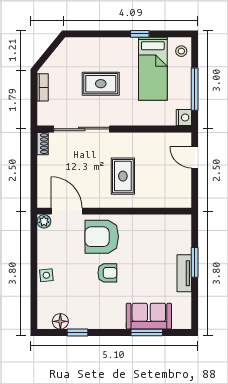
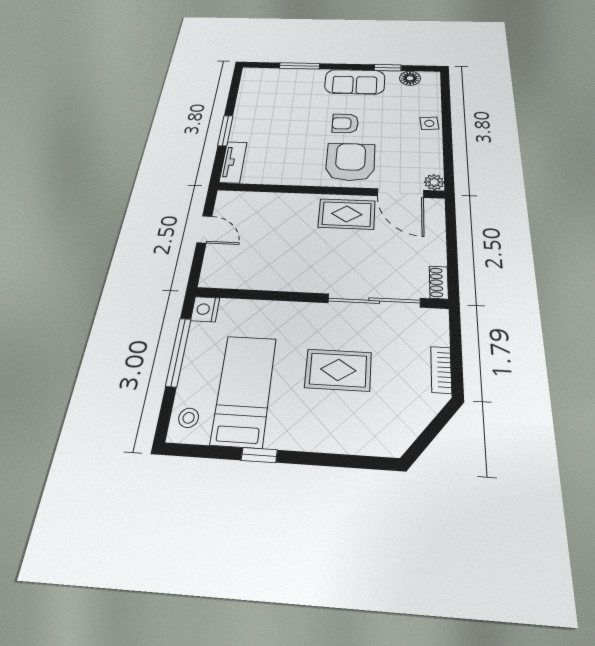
door: (195, 157) -> (204, 229), moved
rug: (123, 176) -> (347, 214), moved, turned 90
armchair: (102, 237) -> (350, 162), turned -90
tv unit: (184, 273) -> (233, 162), moved
sofa: (149, 316) -> (355, 82), moved

